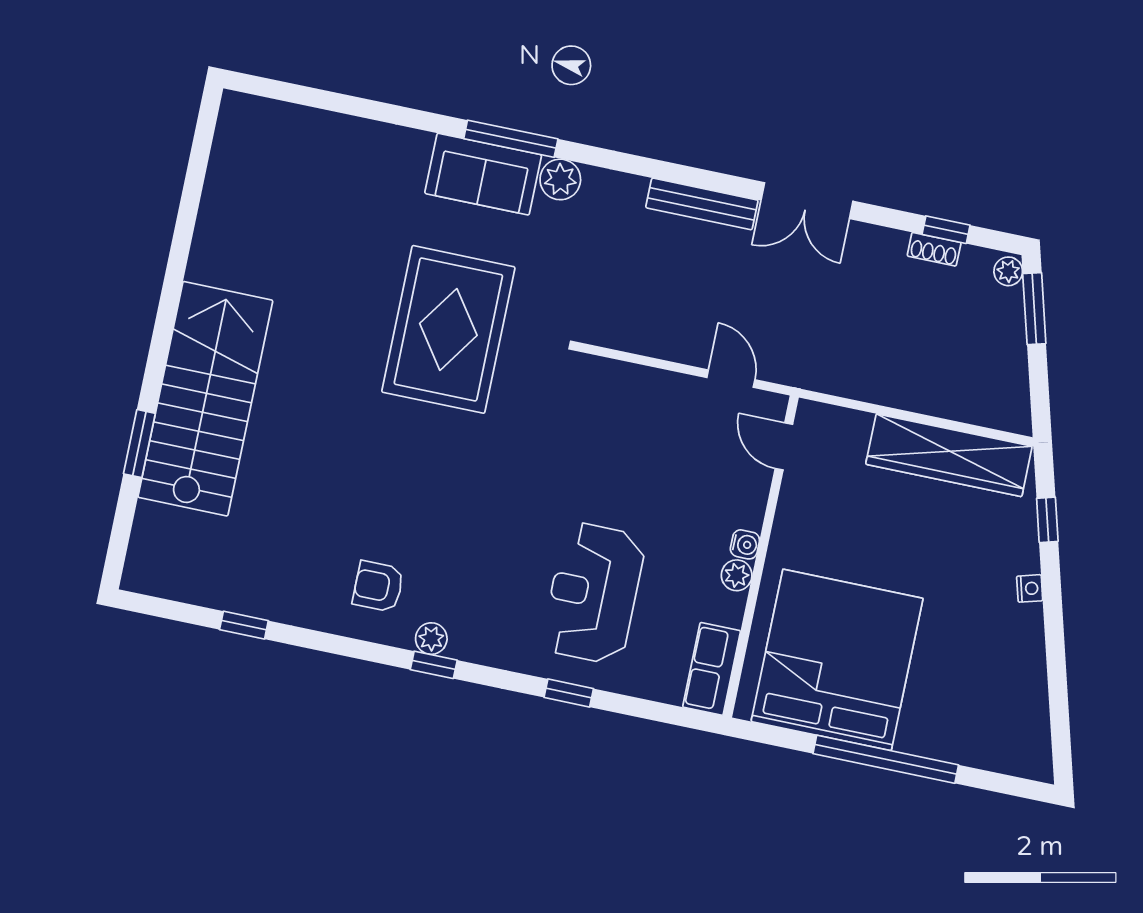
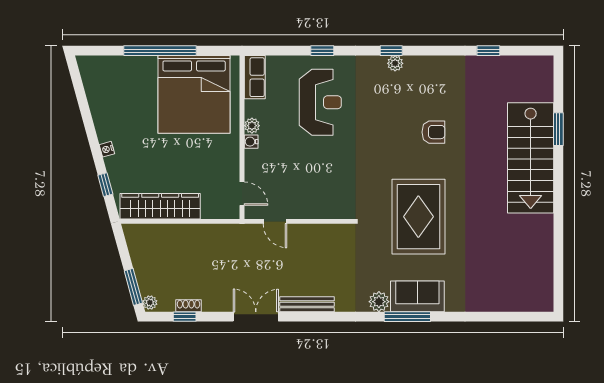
armchair: (378, 586) -> (433, 132), moved

